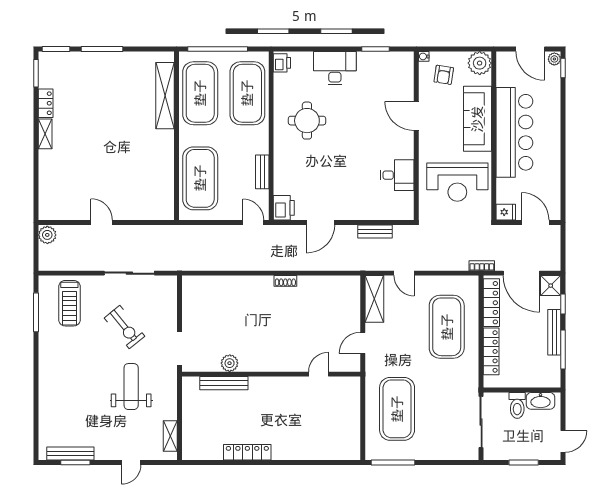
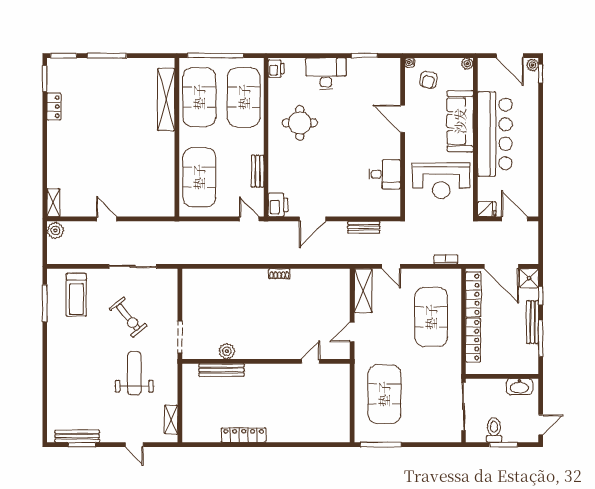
plant: (480, 63) -> (467, 64), width x0.53, depth x0.53
shelving: (45, 134) -> (53, 203), moved
bookcase: (482, 266) -> (446, 259), moved
toilet: (517, 405) -> (494, 430), moved, turned 180
door: (131, 463) -> (134, 445), hinge flipped

